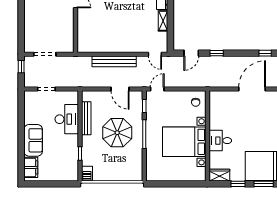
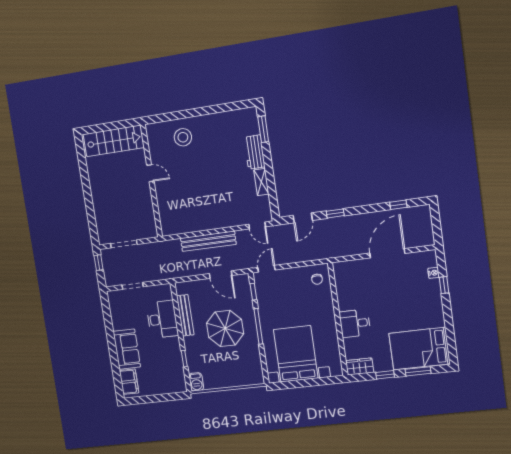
bed with nightstands: (184, 142) -> (296, 354), moved, turned 90

